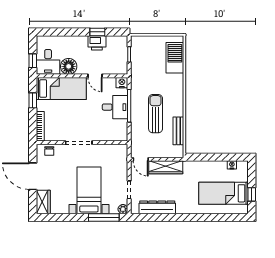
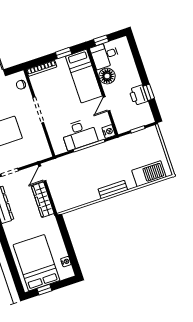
desk: (115, 107) -> (79, 134), width x1.37
sun lounger: (156, 114) -> (90, 173), removed
bench: (178, 131) -> (113, 190), moved
bed: (224, 193) -> (36, 263), width x1.50

